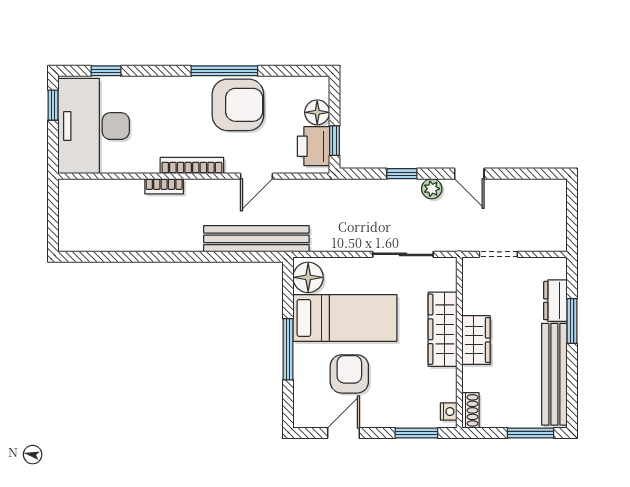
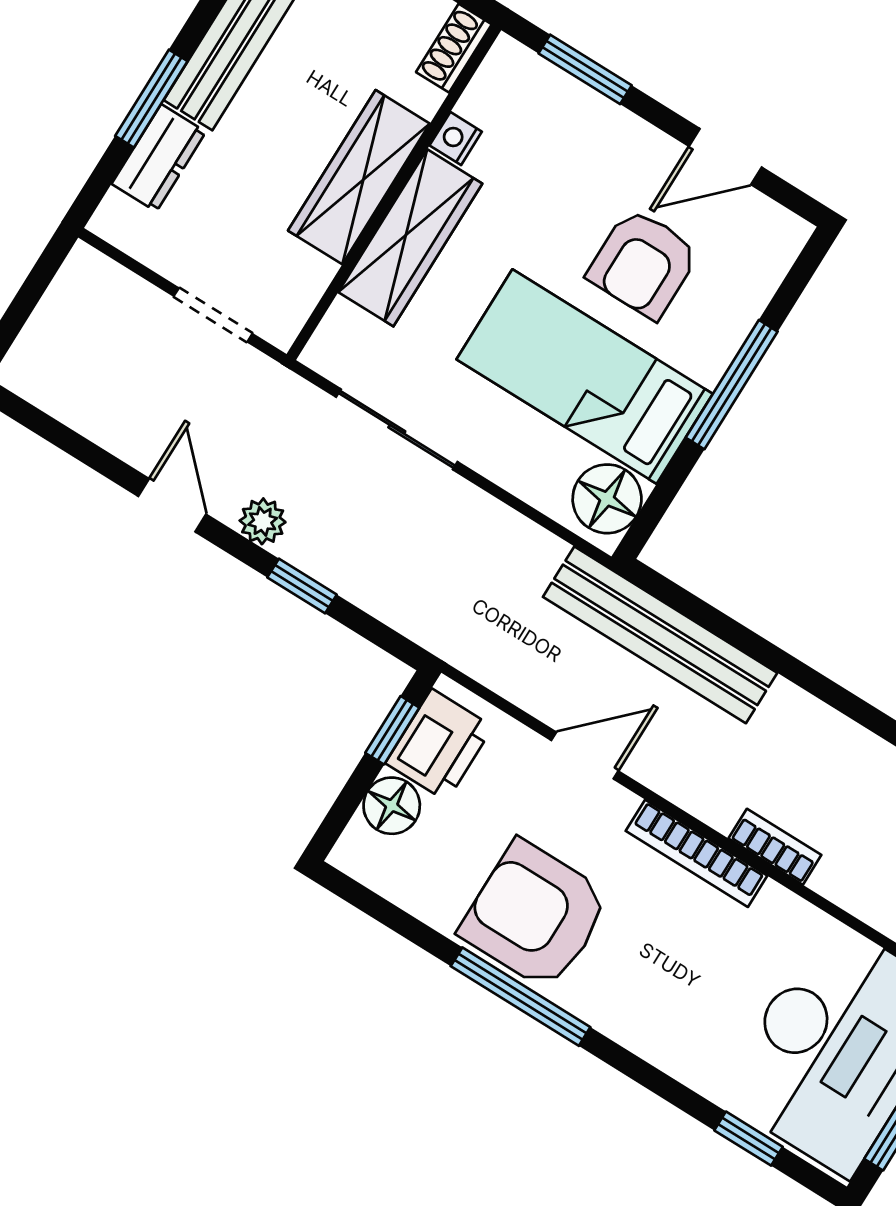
wardrobe: (476, 340) -> (359, 177), width x1.50
nightstand: (449, 412) -> (456, 139), moved

